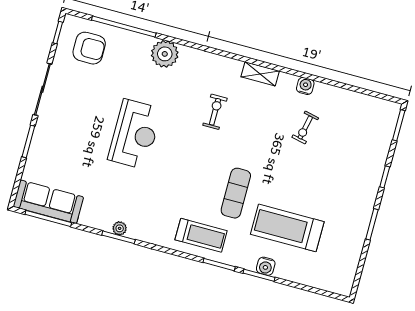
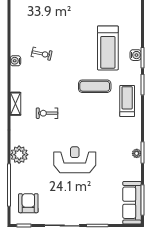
shelving: (260, 74) -> (16, 104), moved

